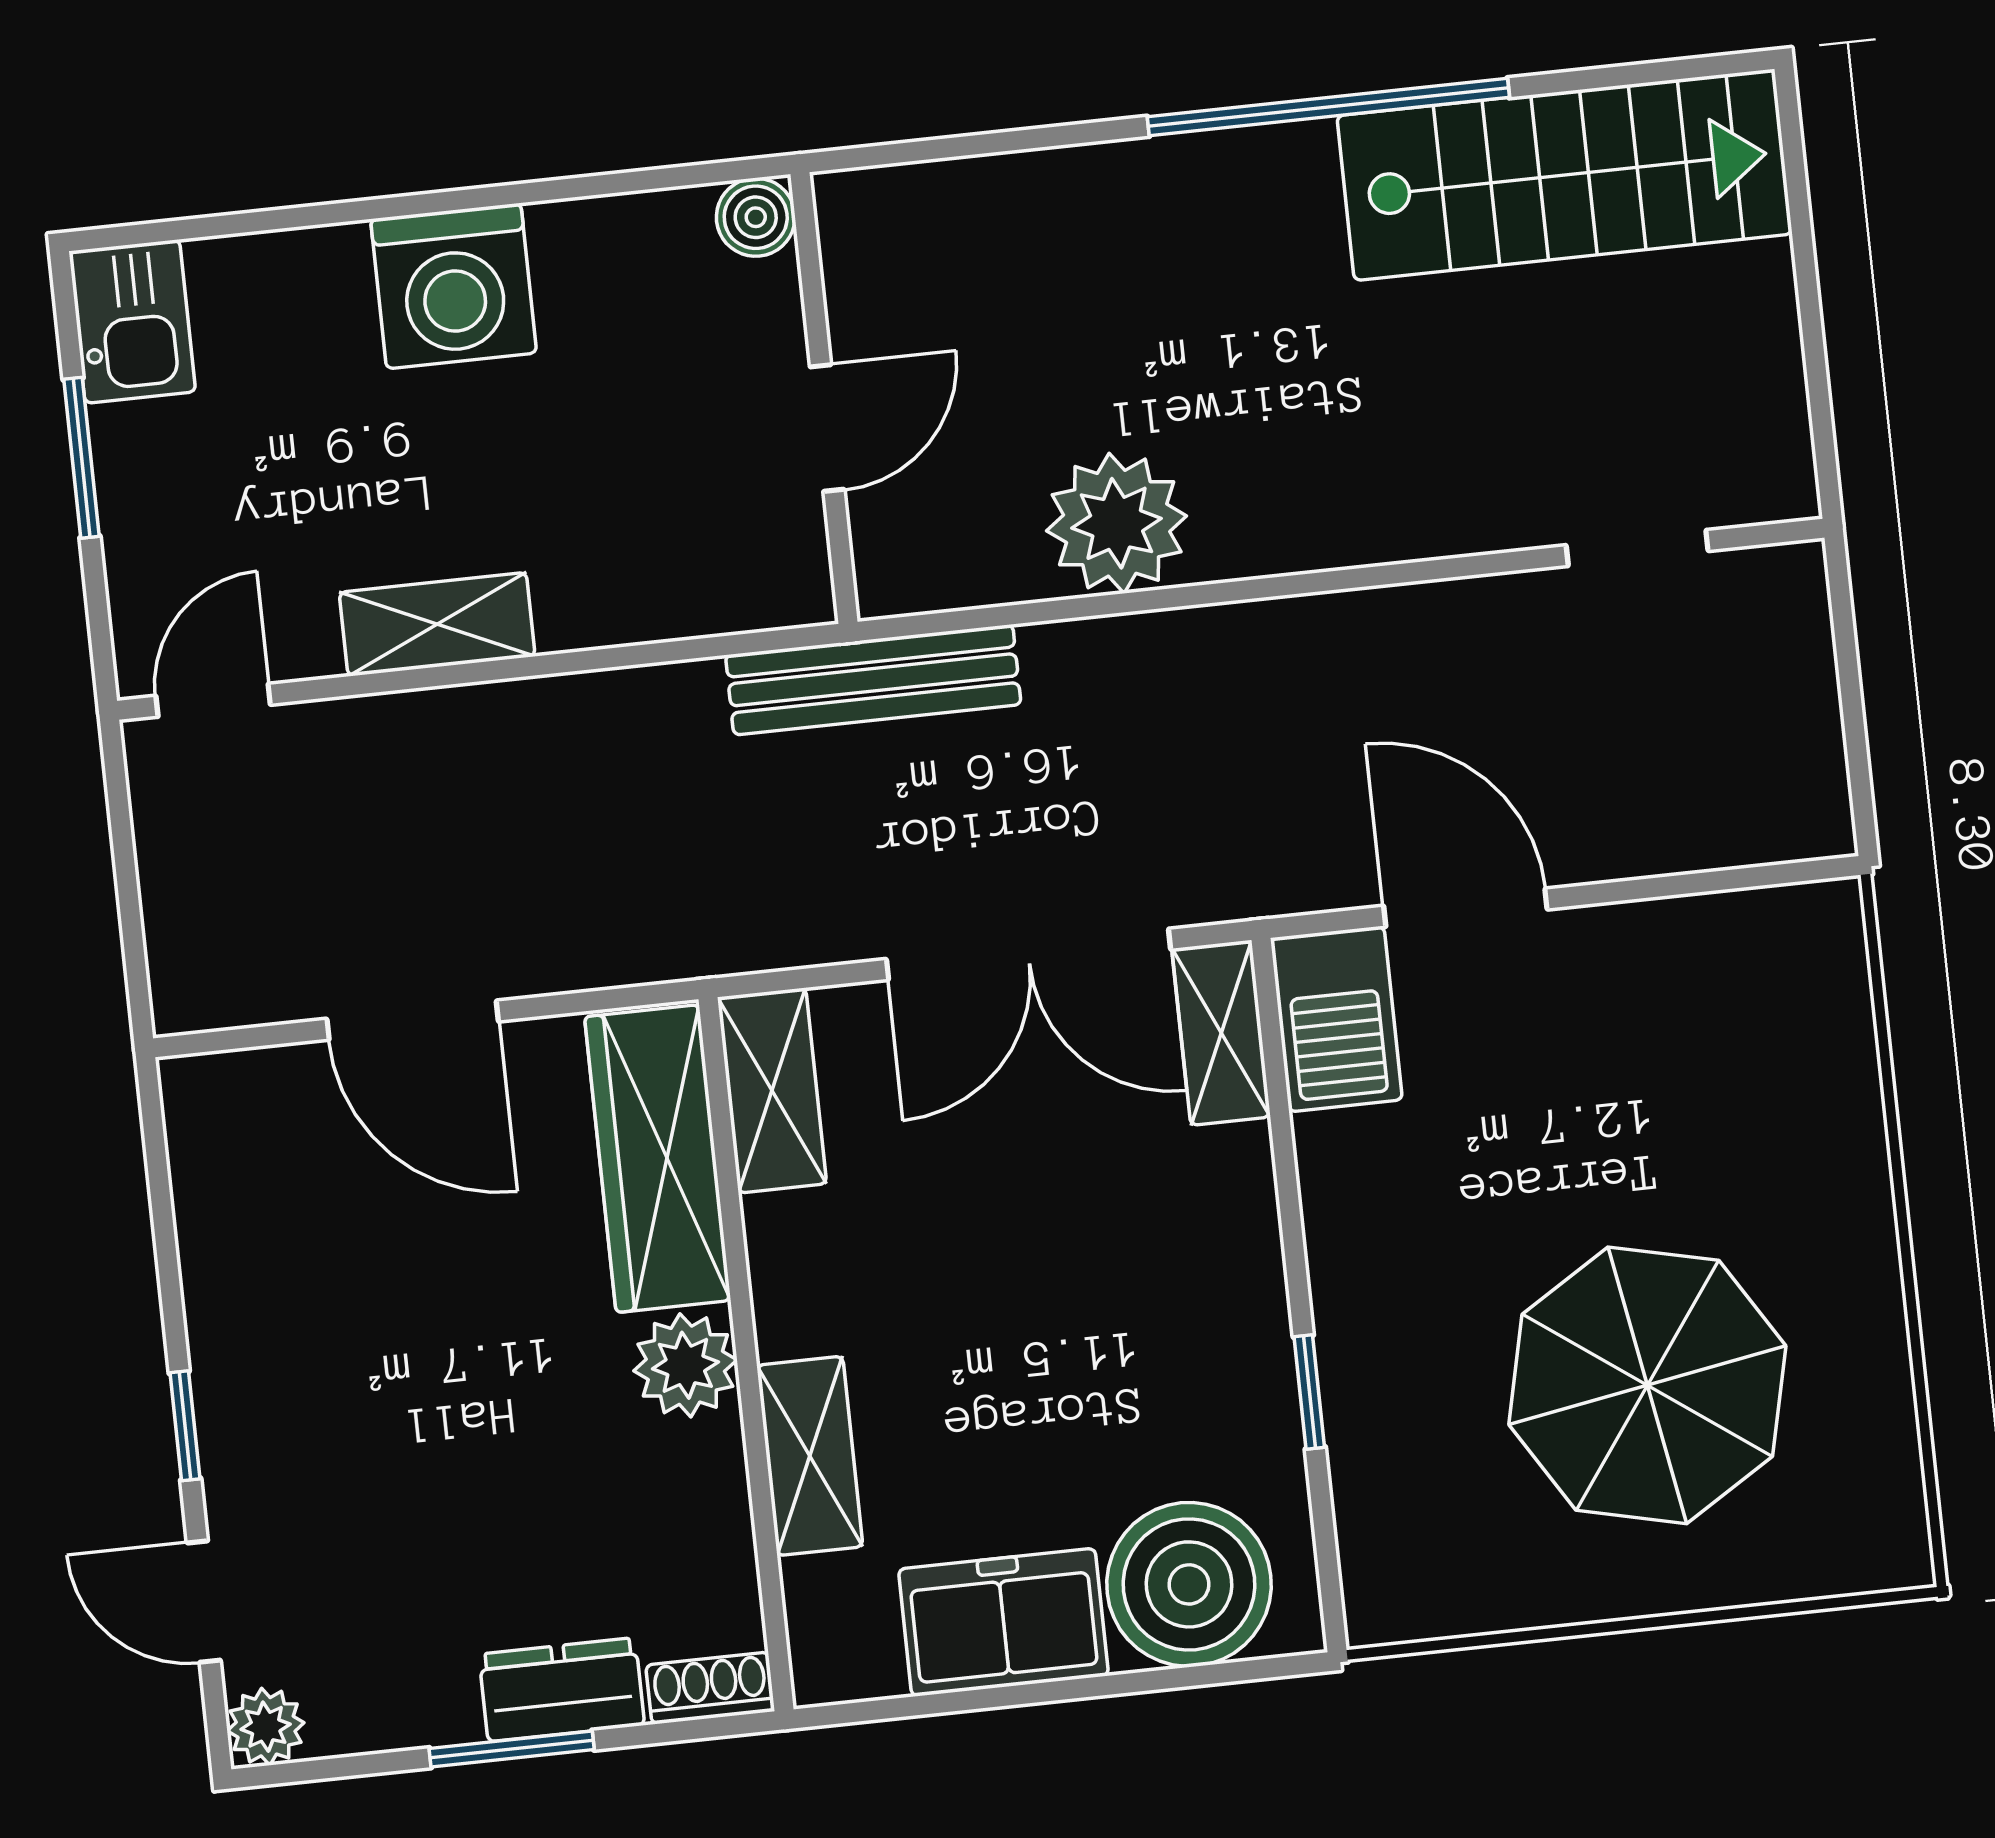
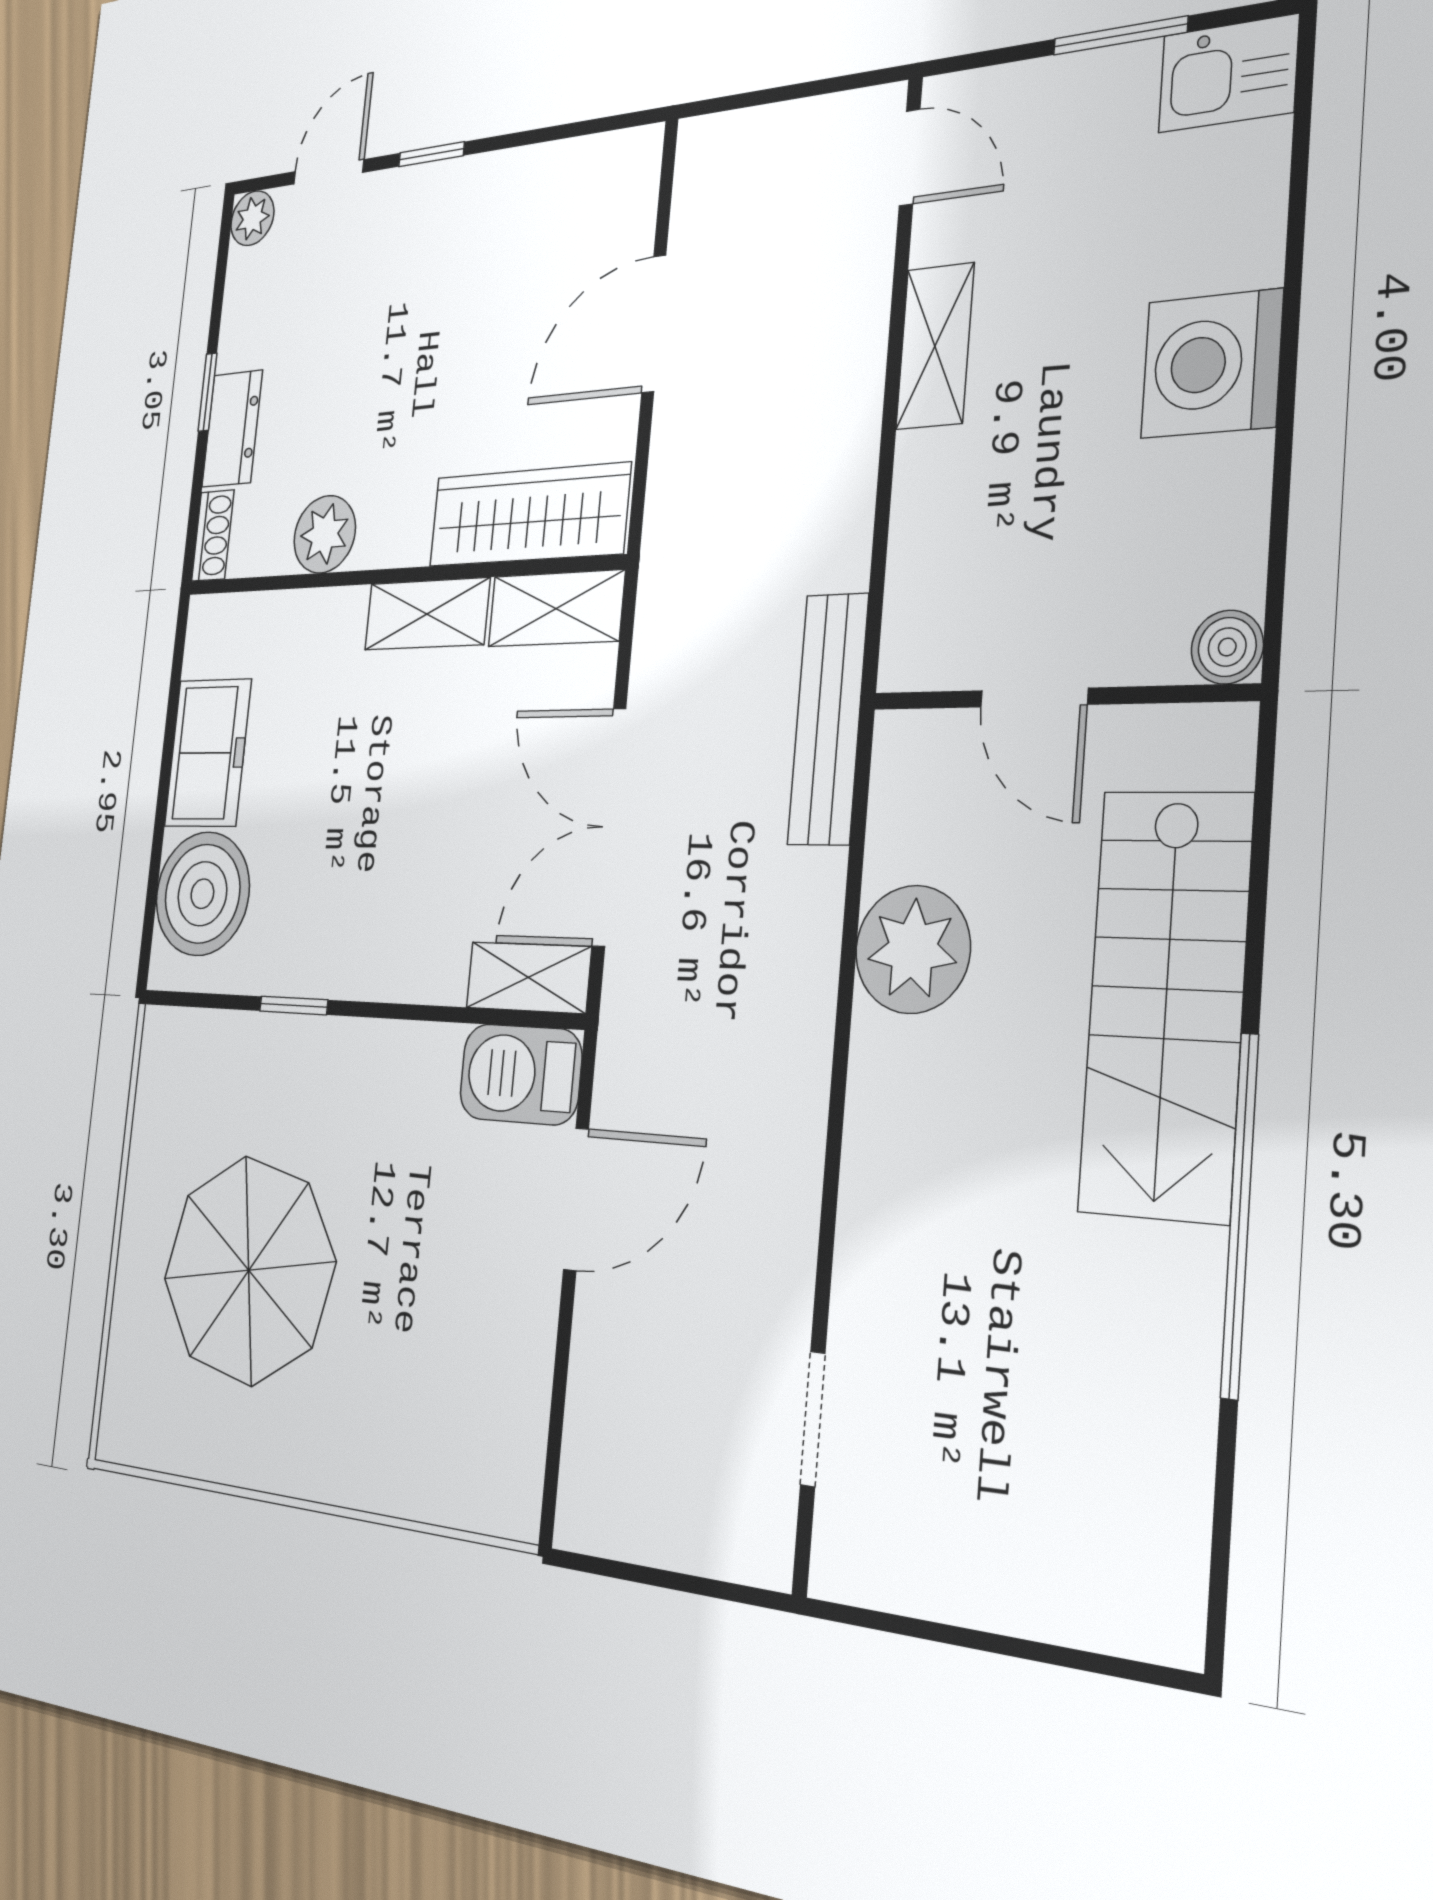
stairs: (1565, 175) -> (1166, 1003), moved
plant: (685, 1365) -> (325, 534), moved
shelving: (810, 1456) -> (427, 614), moved
window: (512, 1749) -> (207, 392), width x0.67

